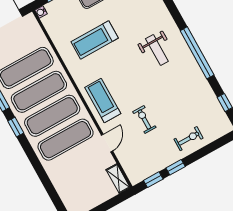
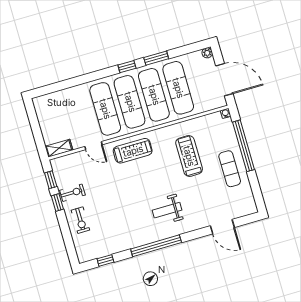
exercise bike: (144, 119) -> (72, 193), moved

